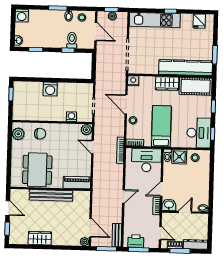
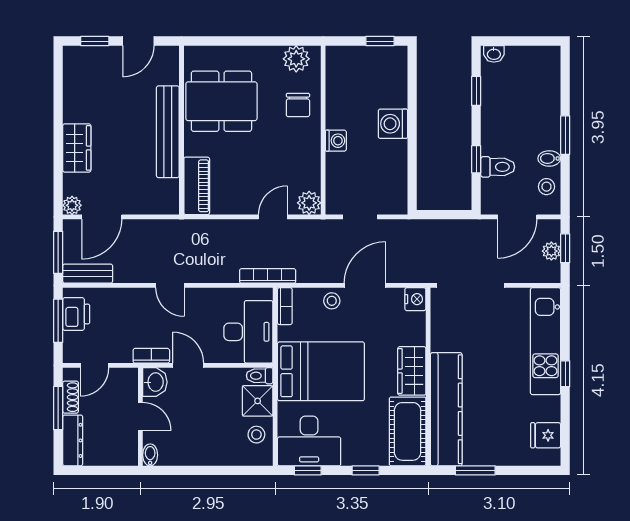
washing machine: (22, 16) -> (547, 59), removed
washing machine: (71, 117) -> (336, 141), moved
bed: (161, 126) -> (321, 371), width x1.50
wardrobe: (40, 238) -> (77, 148), moved

